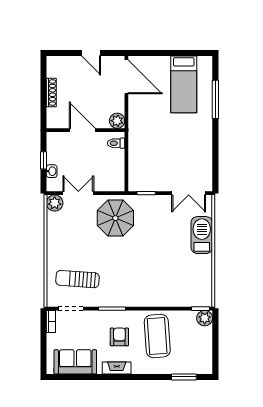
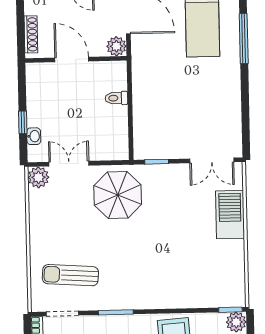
plant: (117, 121) -> (116, 46), moved
door: (82, 130) -> (72, 59), moved
wall: (86, 130) -> (76, 59), moved

